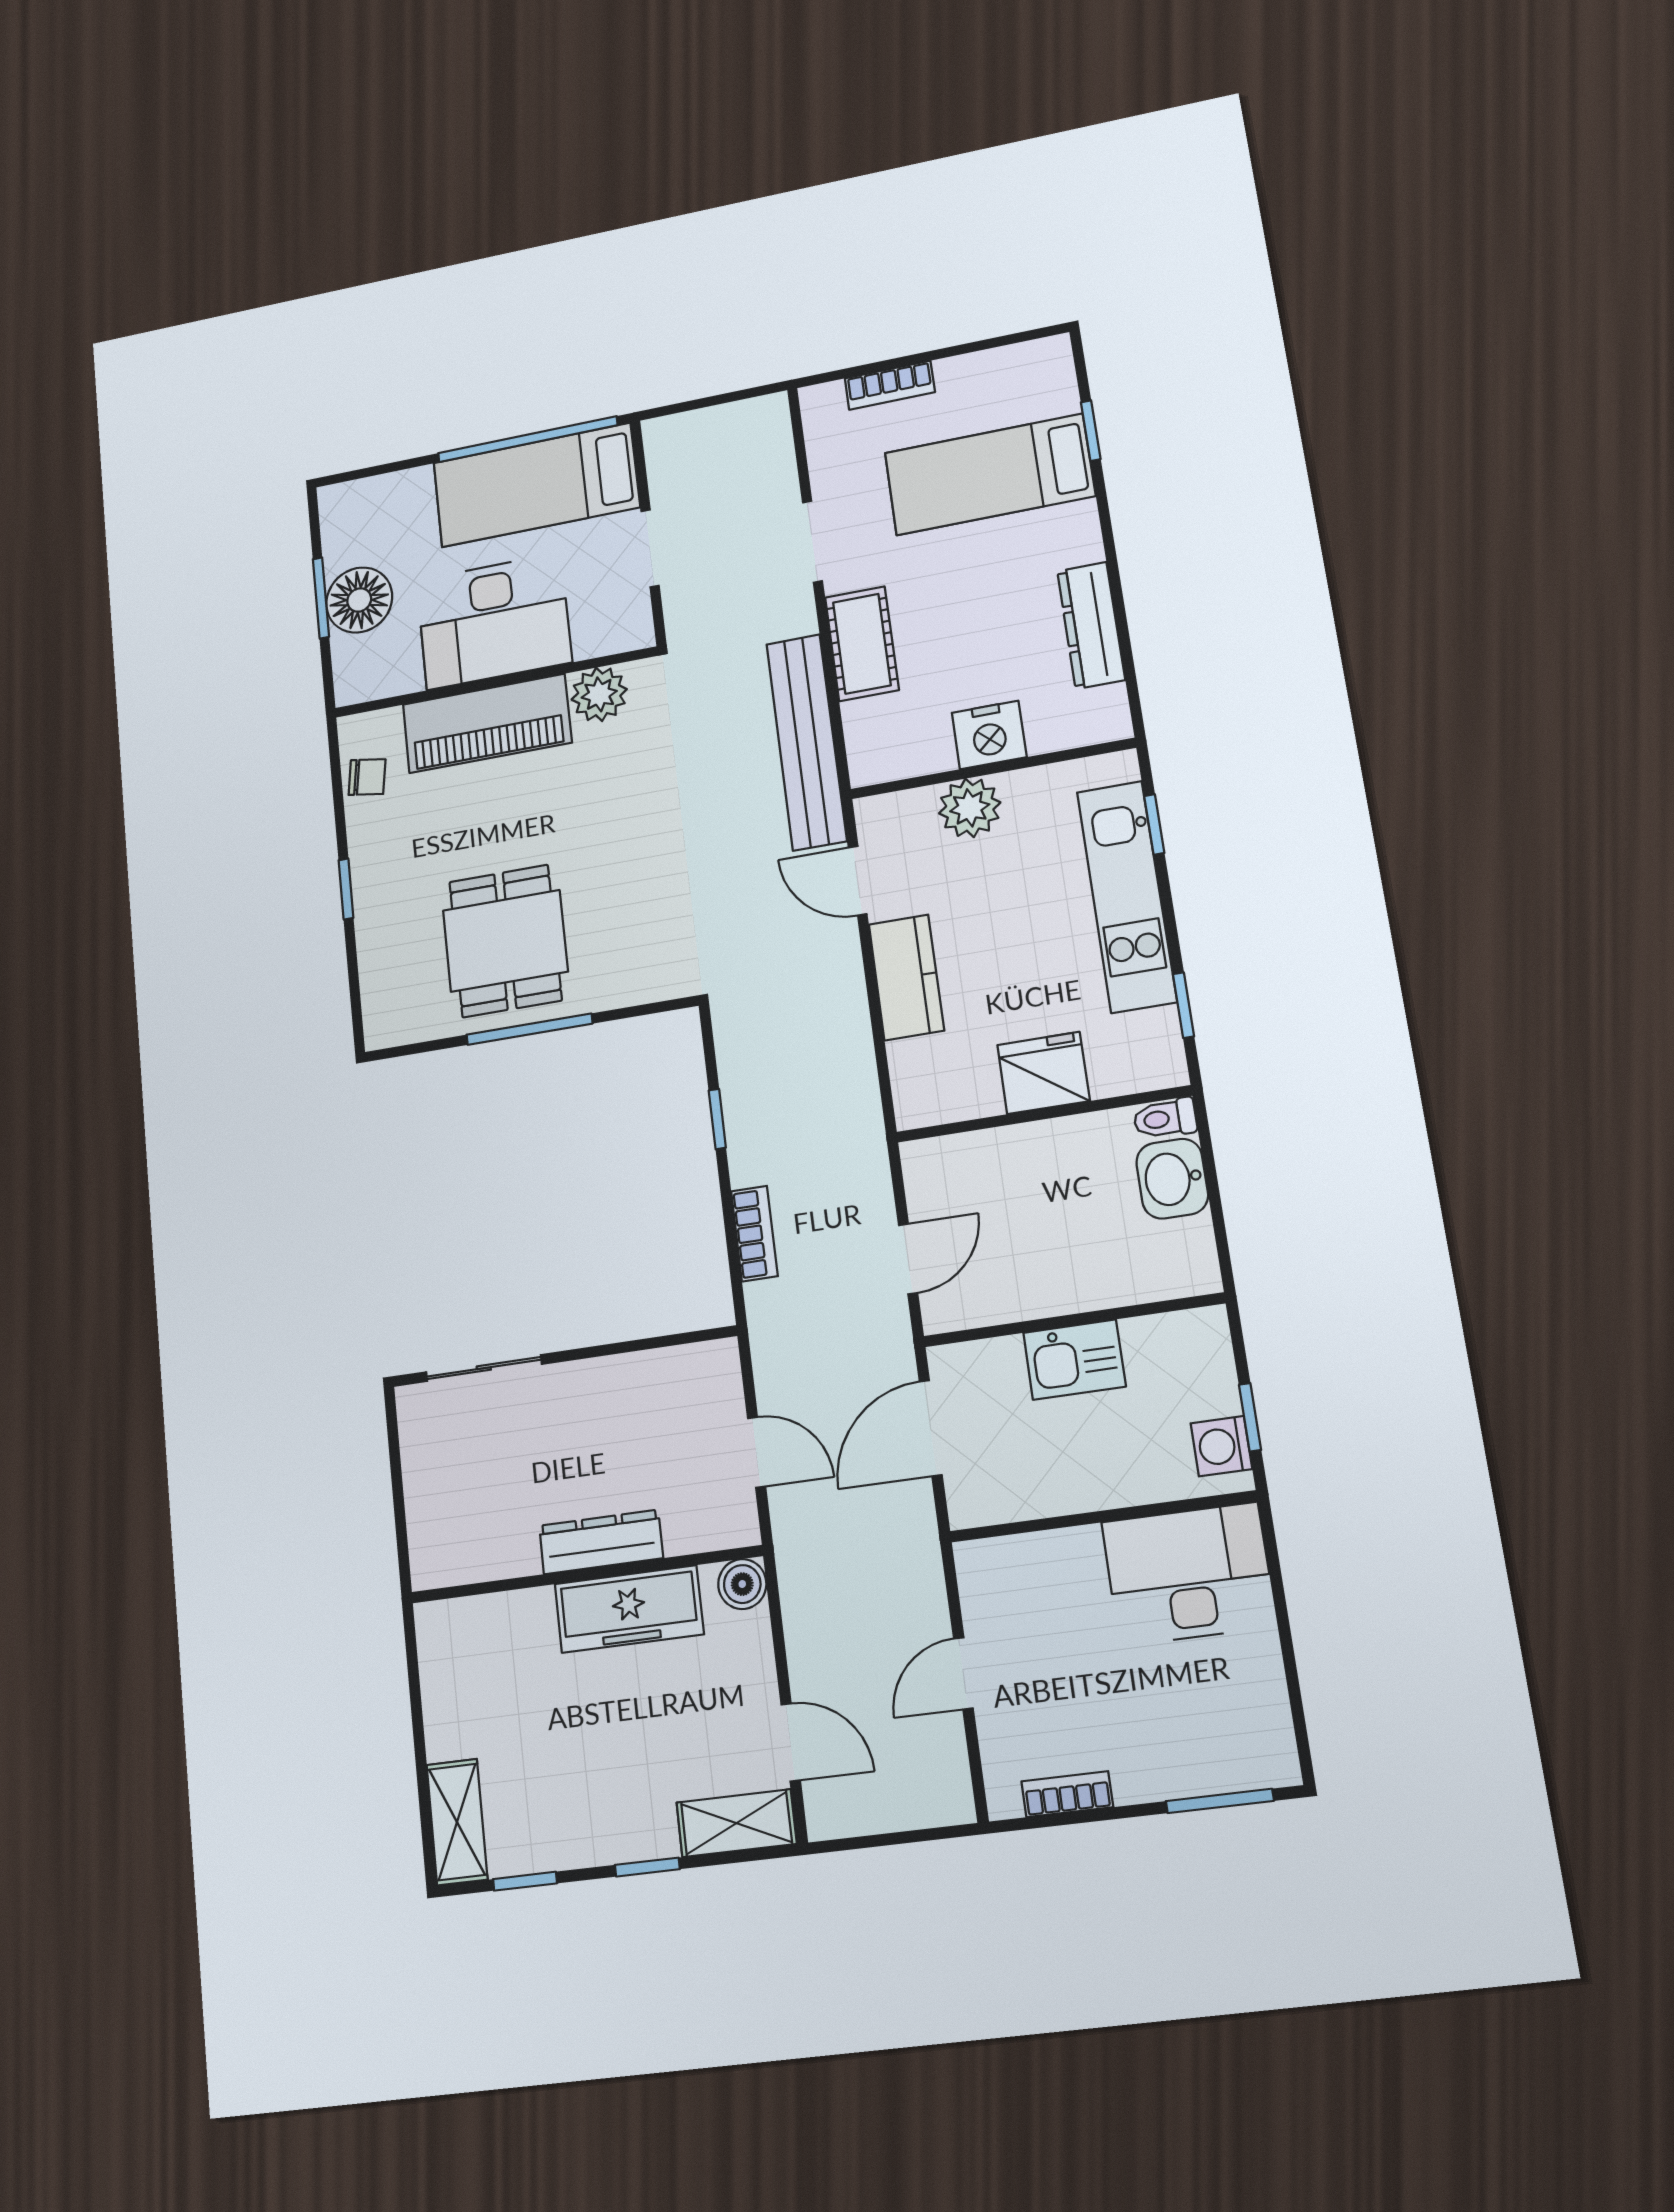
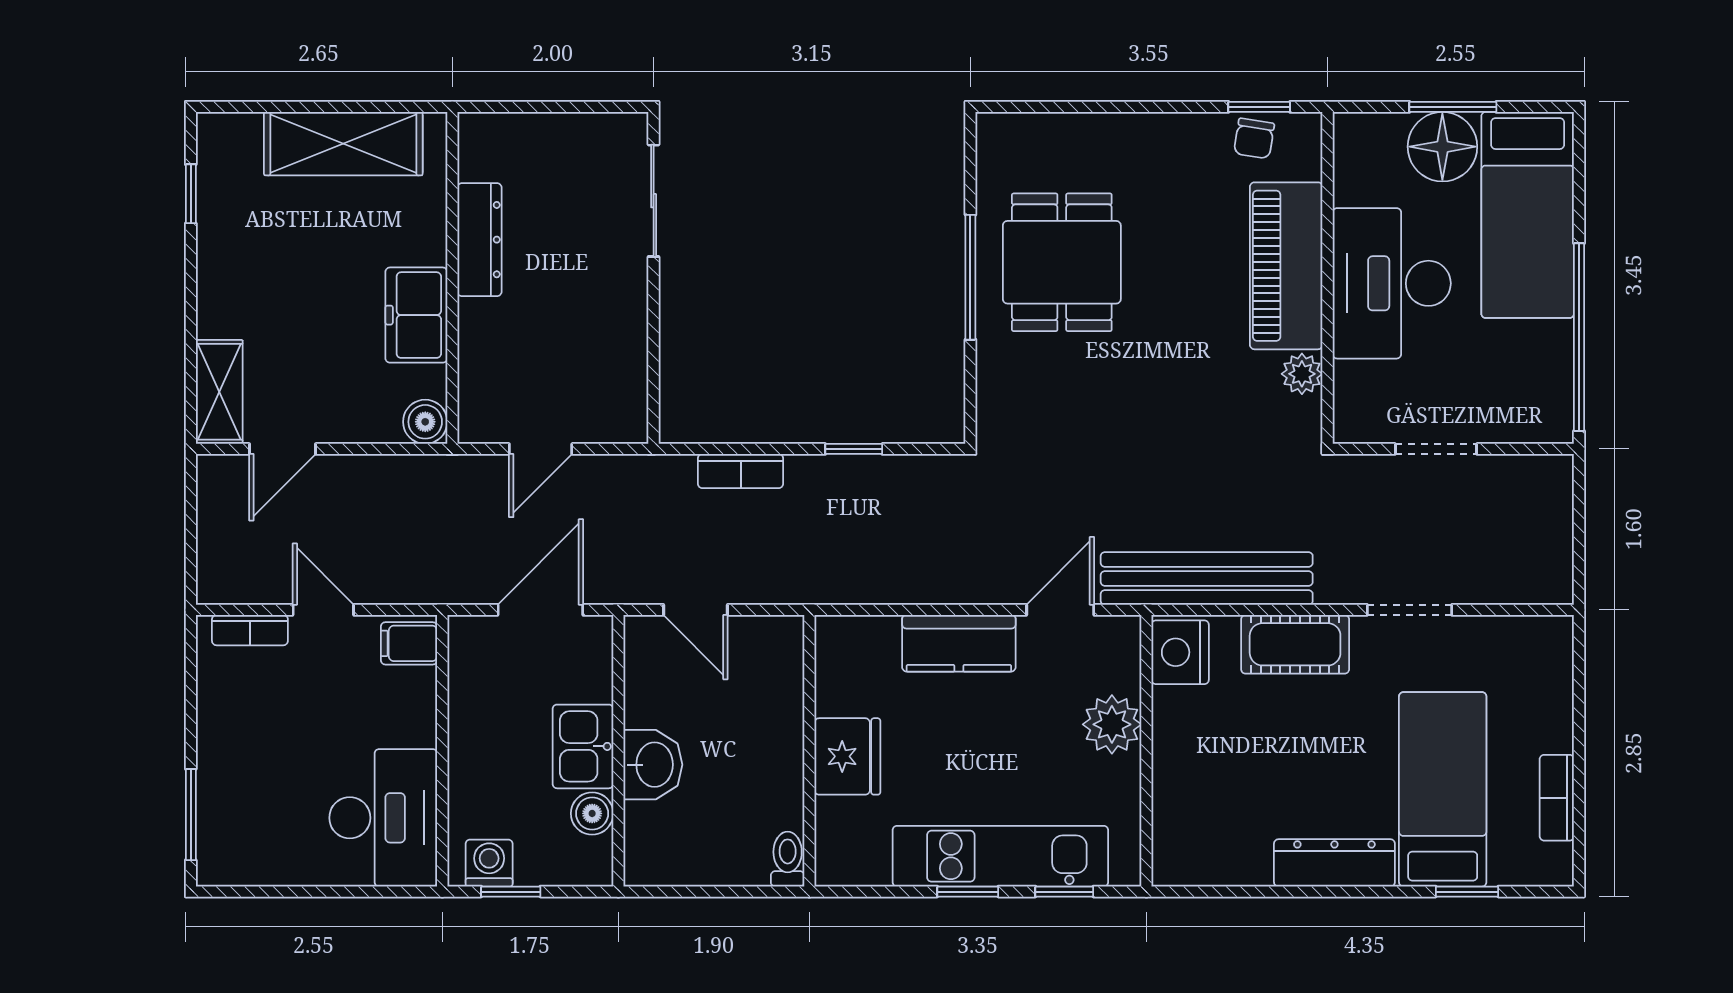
bookcase: (890, 385) -> (1557, 798), moved
bed: (536, 485) -> (1528, 215), moved, turned 180
dresser: (1091, 625) -> (1334, 863), moved
plant: (599, 694) -> (1302, 374), width x0.73, depth x0.73
nightstand: (989, 735) -> (1180, 652), moved
window: (346, 889) -> (1259, 107), moved
dining table: (505, 941) -> (1062, 262), turned 90
window: (1183, 1005) -> (968, 892), moved
washbasin: (1172, 1179) -> (653, 765), moved, turned 90
boiler: (1148, 1339) -> (592, 813), added
door: (931, 1428) -> (540, 610), hinge flipped
dresser: (601, 1542) -> (479, 240), moved
filing cabinet: (987, 1570) -> (409, 643), added
freezer: (629, 1609) -> (416, 315), width x0.71
bookcase: (1067, 1794) -> (250, 630), moved, turned 90
shelving: (457, 1822) -> (343, 144), moved, width x1.50, depth x1.33
window: (647, 1867) -> (191, 307), removed

